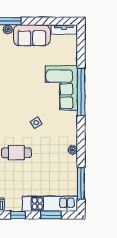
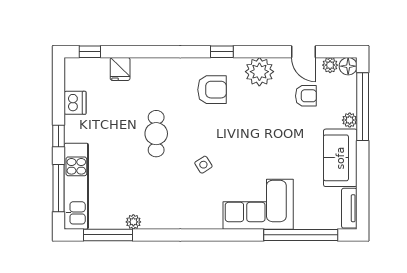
window: (81, 92) -> (301, 235), moved
plant: (73, 150) -> (133, 222), moved
window: (51, 215) -> (59, 188), width x1.44

